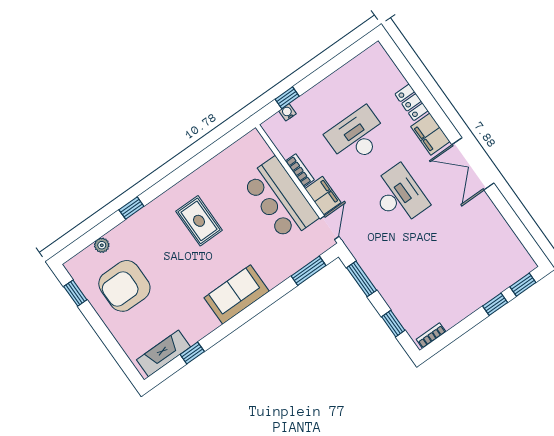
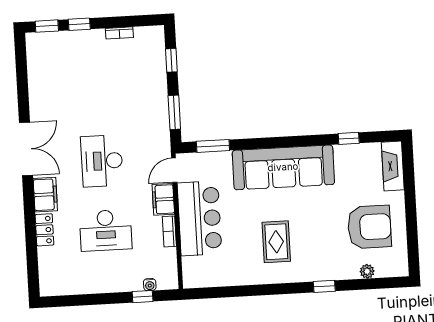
window: (75, 293) -> (413, 246), removed
sofa: (237, 294) -> (283, 167), width x1.85, depth x1.27
bookcase: (431, 336) -> (119, 33), moved
fireplace: (164, 353) -> (393, 166), moved, turned 90

